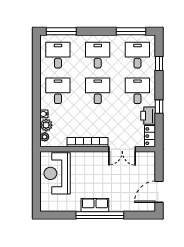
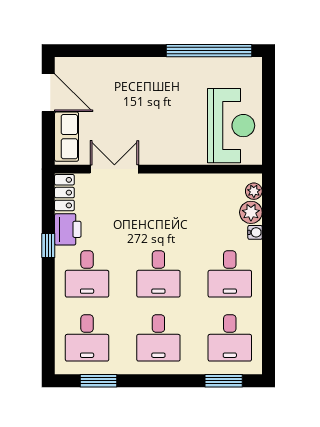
window: (61, 31) -> (224, 381), width x0.69
window: (131, 31) -> (99, 381), width x0.69
window: (159, 63) -> (48, 323), removed
bookcase: (87, 142) -> (177, 182), removed
door: (159, 192) -> (48, 93), hinge flipped
row of seats: (95, 205) -> (67, 137), moved, turned -90
window: (100, 215) -> (209, 51), moved

